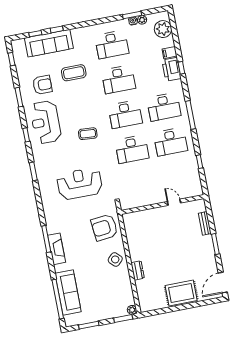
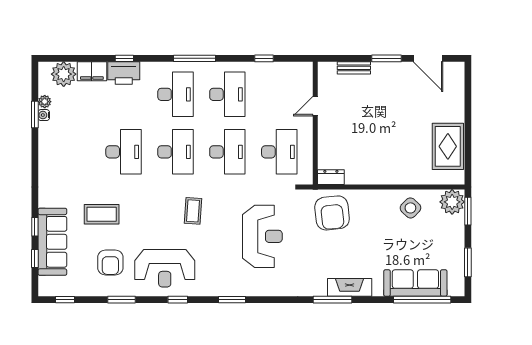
desk: (112, 44) -> (279, 152), moved
filing cabinet: (169, 53) -> (92, 71), width x2.00
coffee table: (74, 73) -> (102, 214), turned 90
armchair: (42, 85) -> (110, 263), turned 180
reception desk: (80, 184) -> (262, 236), turned 180
side table: (115, 259) -> (410, 208), moved
dresser: (138, 270) -> (331, 177), moved
door: (223, 283) -> (428, 58), moved
rug: (181, 293) -> (448, 146), moved
plant: (132, 310) -> (452, 202), width x1.88, depth x1.88

